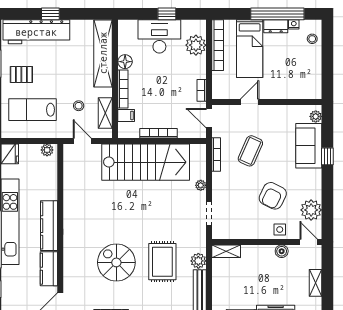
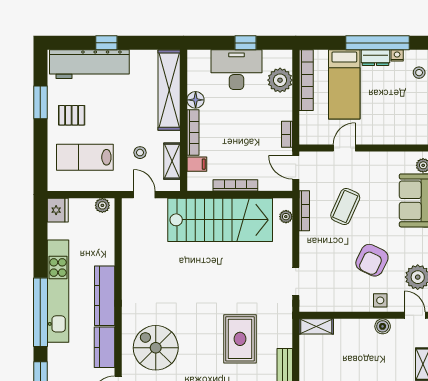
plant: (201, 185) -> (286, 217), moved
plant: (198, 261) -> (283, 338), removed
spiral stairs: (116, 262) -> (156, 348), moved

